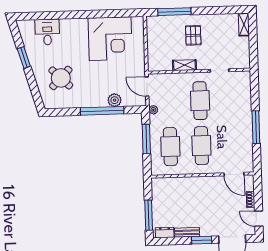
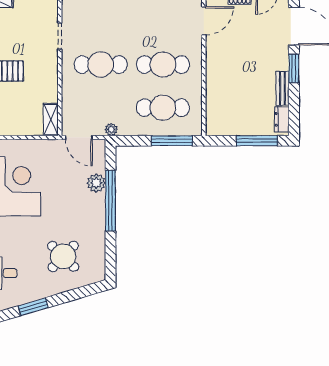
shelving: (184, 65) -> (51, 120), moved
door: (147, 87) -> (79, 137), hinge flipped
window: (146, 139) -> (172, 141), moved

